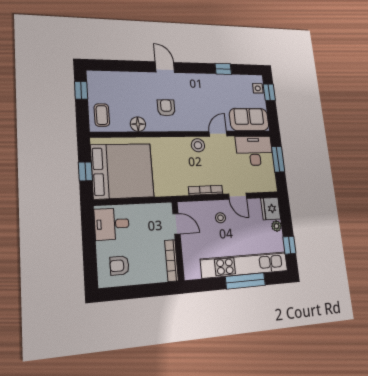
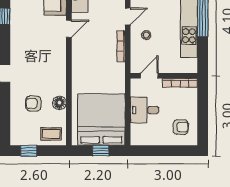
armchair: (166, 108) -> (33, 104), moved
door: (218, 134) -> (69, 29), swing flipped
stool: (198, 145) -> (80, 49), removed
desk: (112, 224) -> (144, 110), moved, turned 90
armchair: (119, 266) -> (181, 127), turned -90

